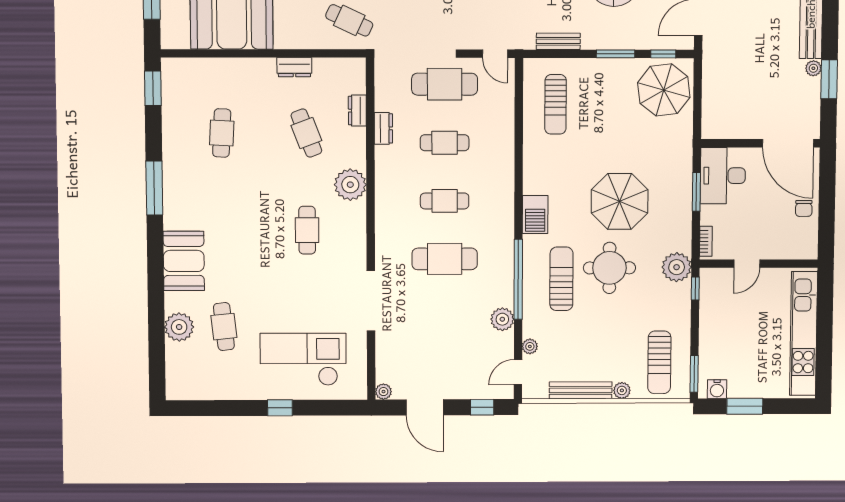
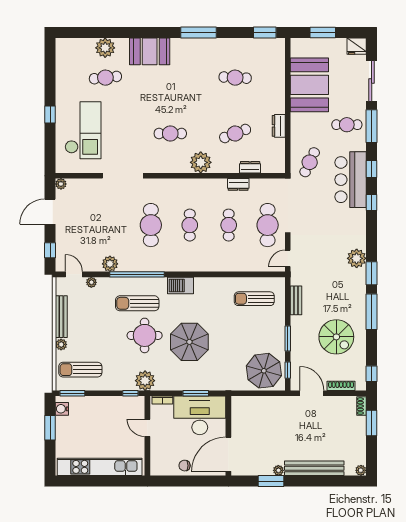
desk: (723, 176) -> (200, 415), width x1.36, depth x1.30
sun lounger: (561, 279) -> (137, 303), turned 180

